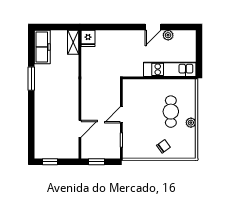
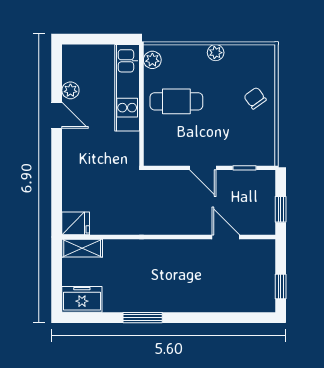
freezer: (42, 47) -> (82, 299), width x0.71
plant: (186, 84) -> (152, 60), added
cafe table: (171, 112) -> (176, 101), moved

